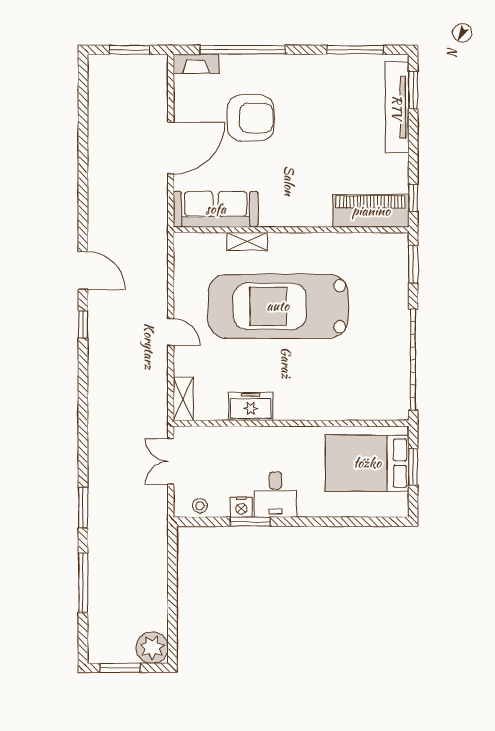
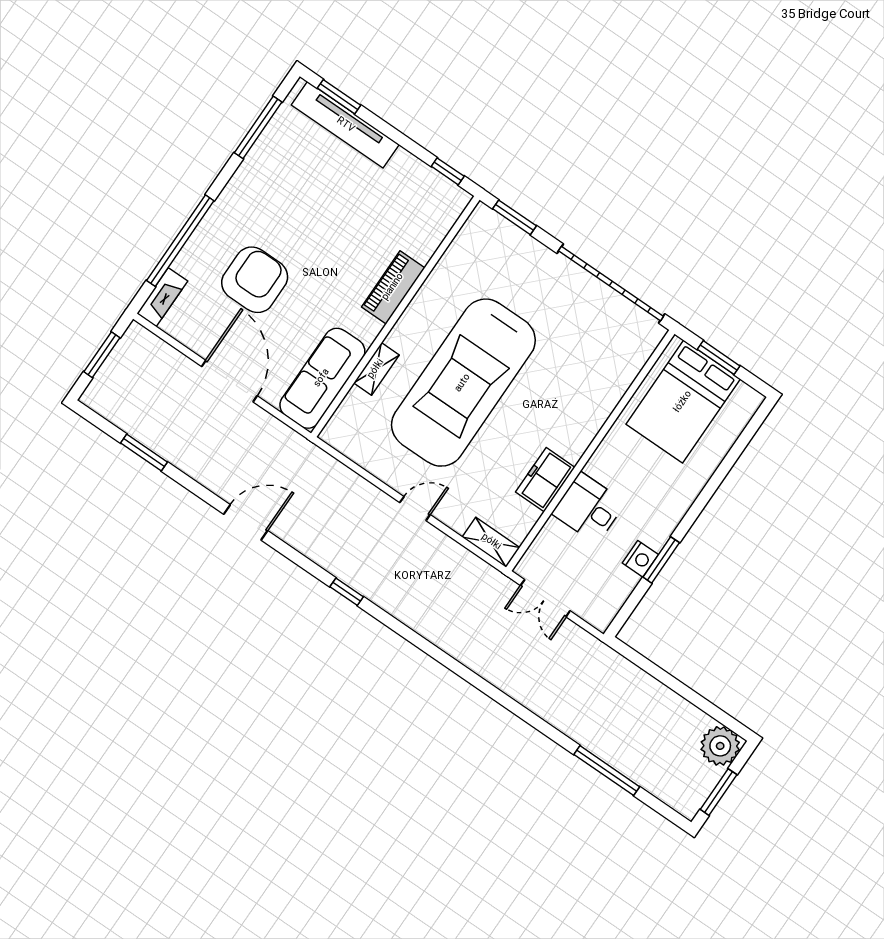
piano: (371, 211) -> (393, 287), moved, width x0.73, depth x0.75
door: (83, 270) -> (246, 522), moved
desk: (275, 495) -> (589, 508), moved, turned 180
stool: (200, 506) -> (610, 600), removed
window: (83, 508) -> (144, 452), moved

